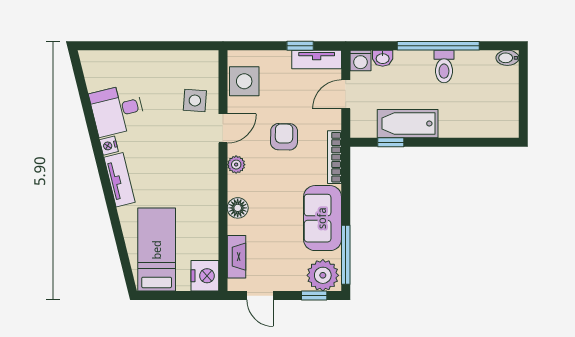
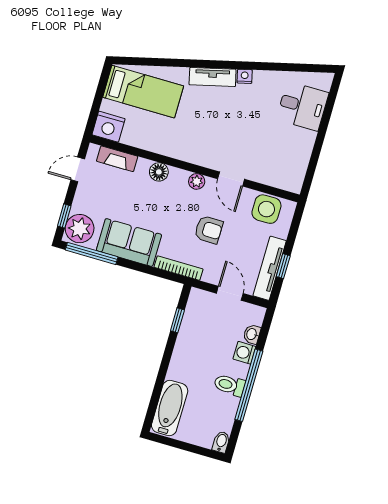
tv unit: (317, 60) -> (270, 268), width x1.41
washing machine: (360, 60) -> (244, 353), moved
side table: (195, 100) -> (262, 162), removed
desk: (117, 110) -> (302, 106), moved, turned 104
bathtub: (408, 124) -> (170, 408), moved

